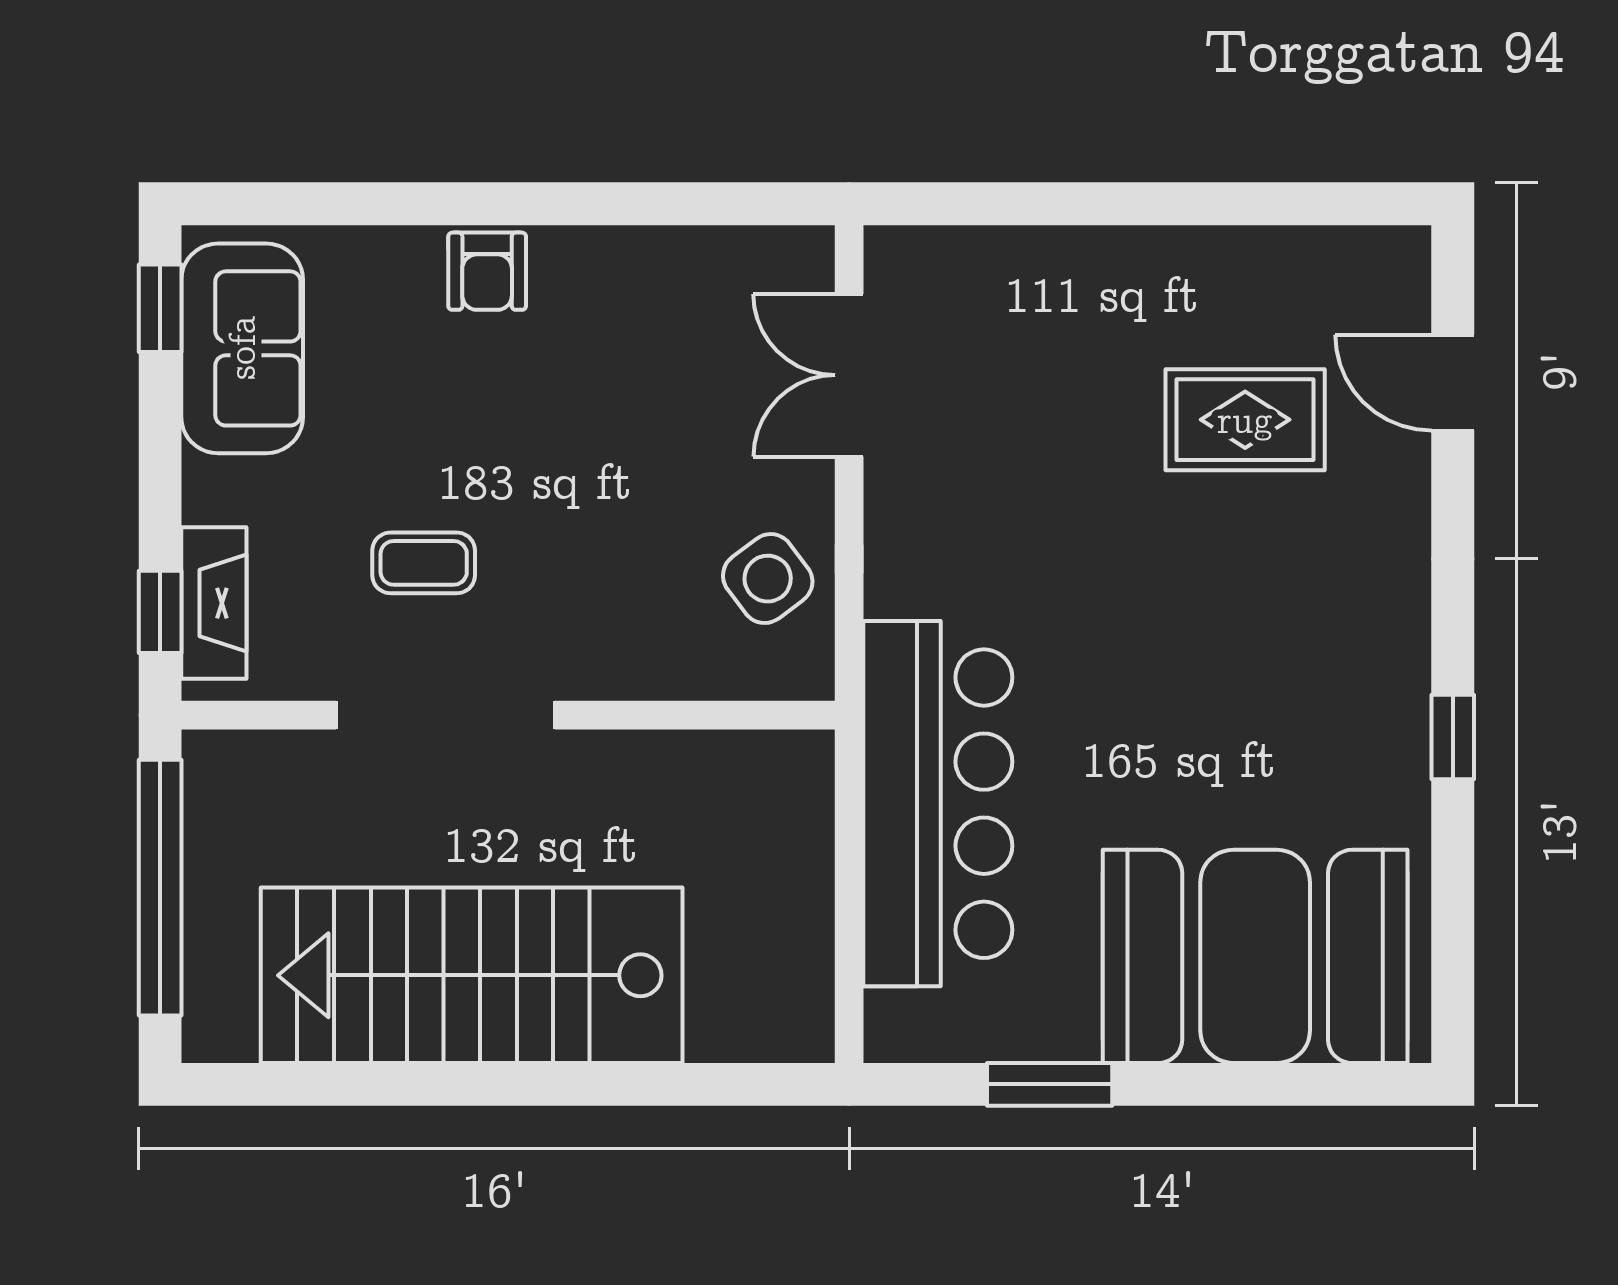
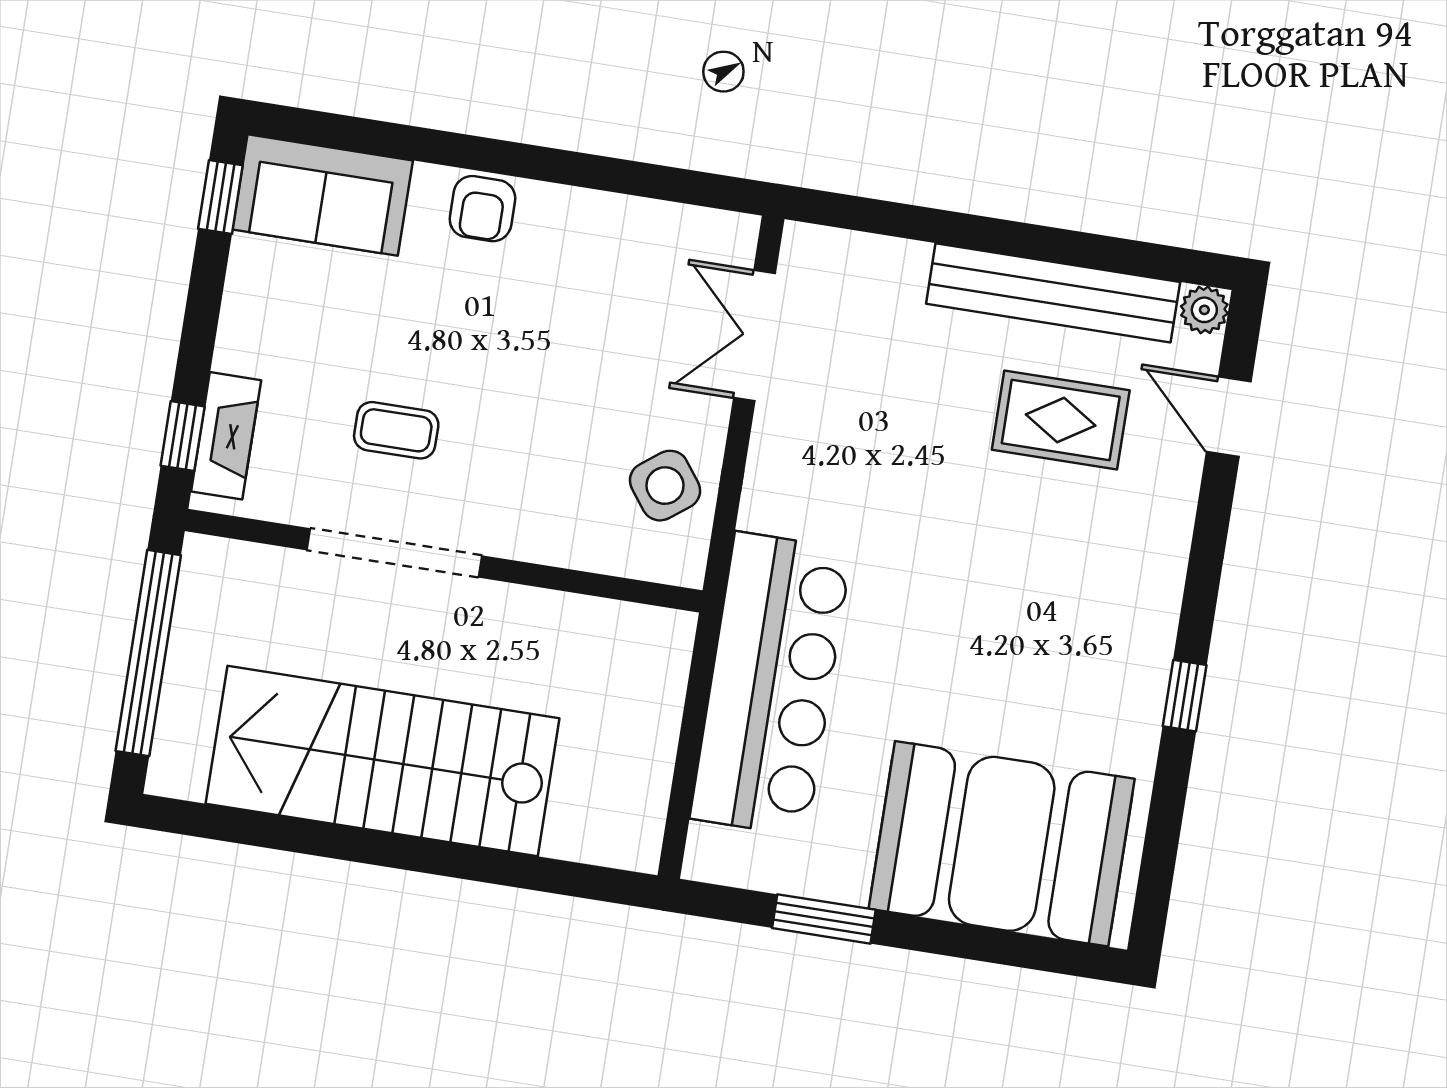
plant: (1402, 255) -> (1204, 310), added
bench: (1211, 264) -> (1053, 293), added
sofa: (242, 348) -> (323, 195), moved, turned 90

